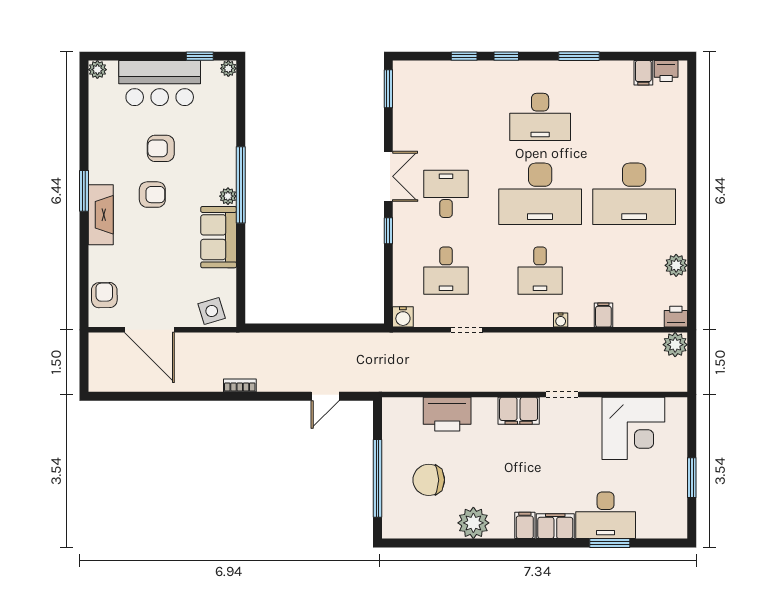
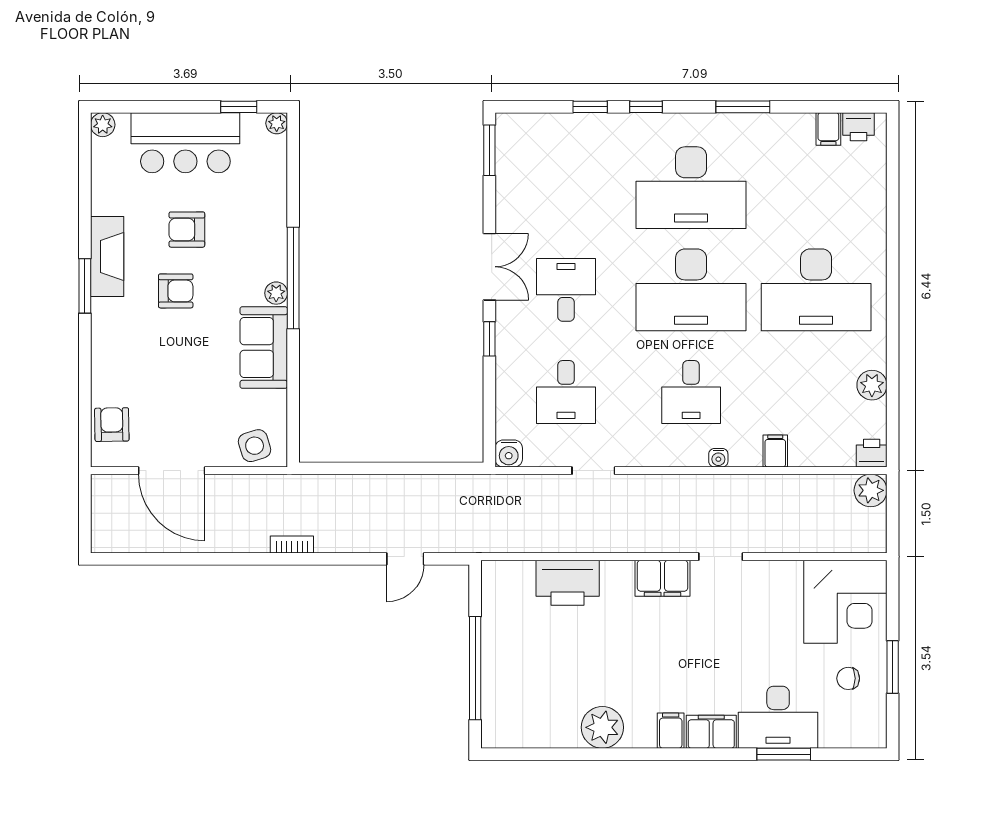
desk: (540, 117) -> (691, 188), width x1.36, depth x1.30
fireplace: (101, 215) -> (107, 256), moved
corner desk: (633, 428) -> (845, 602), moved
chair: (429, 480) -> (848, 678), moved, width x0.54, depth x0.54

